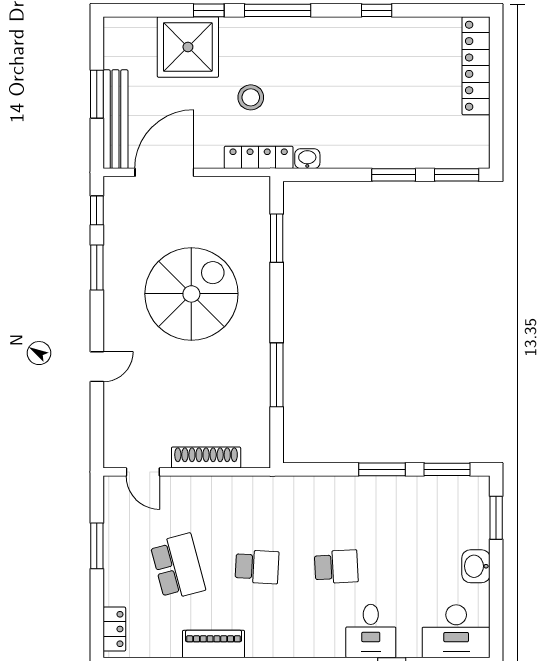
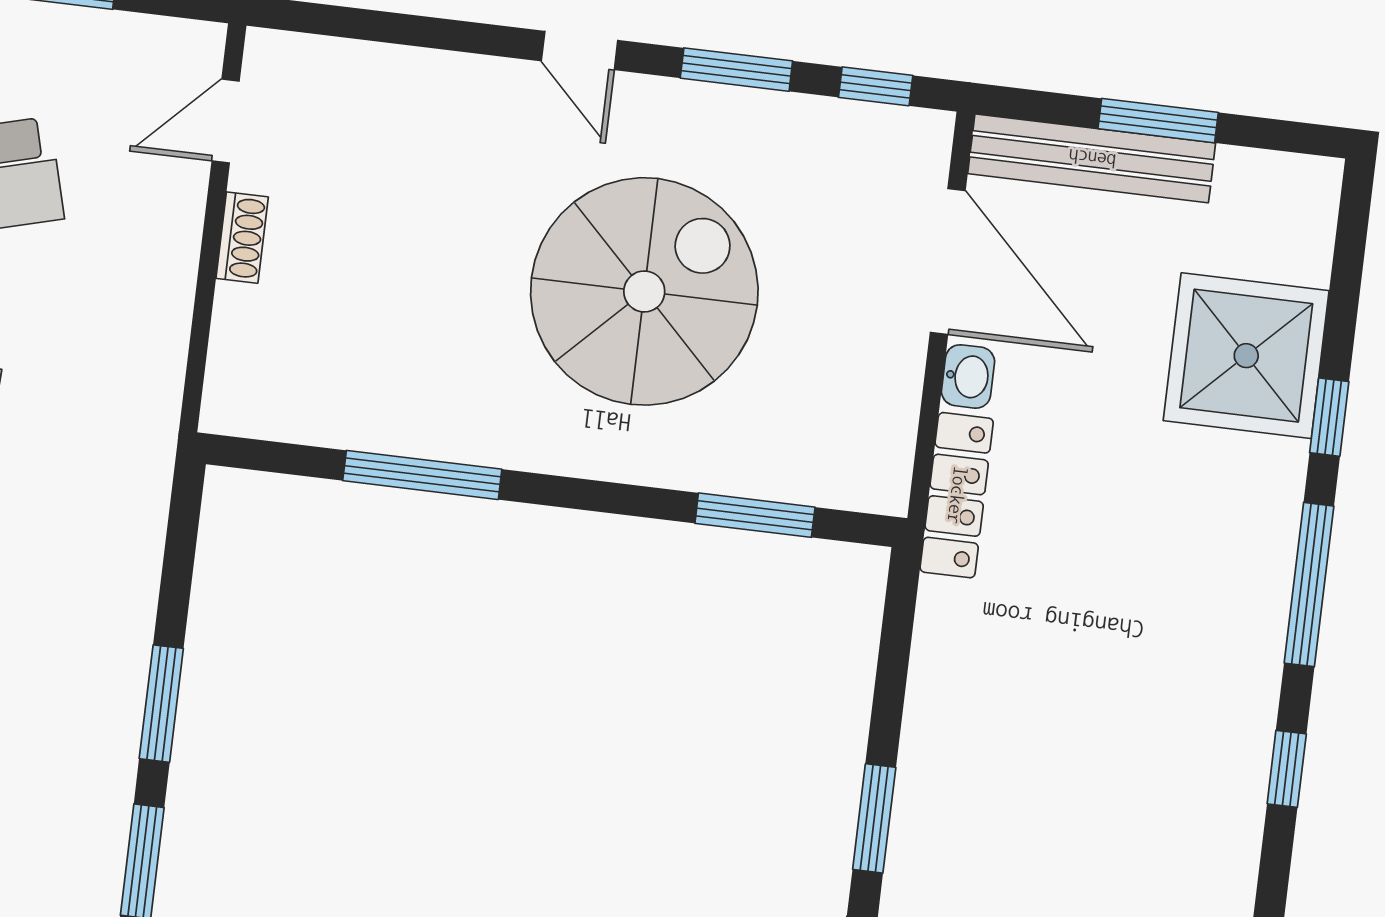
window: (377, 10) -> (1287, 769), moved
stool: (251, 97) -> (1105, 494), removed
washbasin: (307, 159) -> (968, 376), moved
spiral stairs: (191, 294) -> (644, 291), turned -90
door: (97, 367) -> (580, 51), moved
shoe rack: (206, 458) -> (242, 238), width x0.51, depth x0.81

